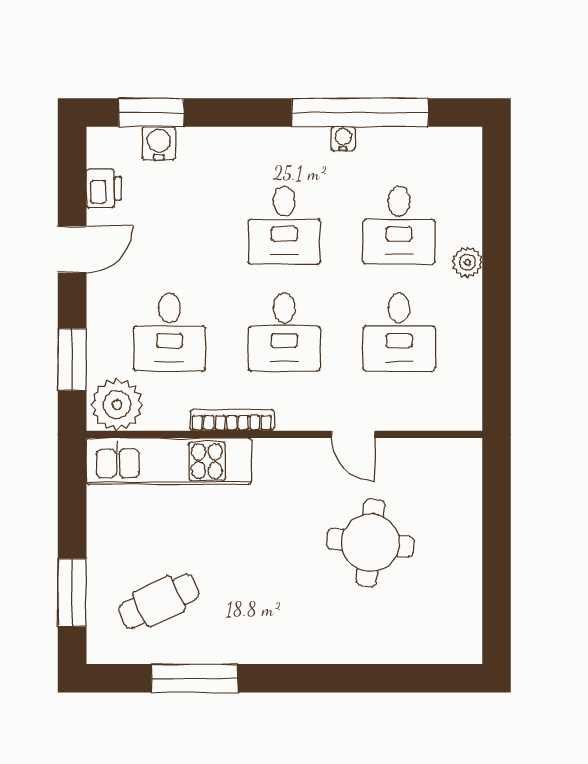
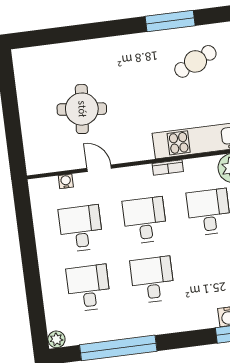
water cooler: (343, 139) -> (66, 181), moved, turned 180
plant: (467, 262) -> (56, 339), moved
bookcase: (232, 420) -> (168, 168), width x0.64

